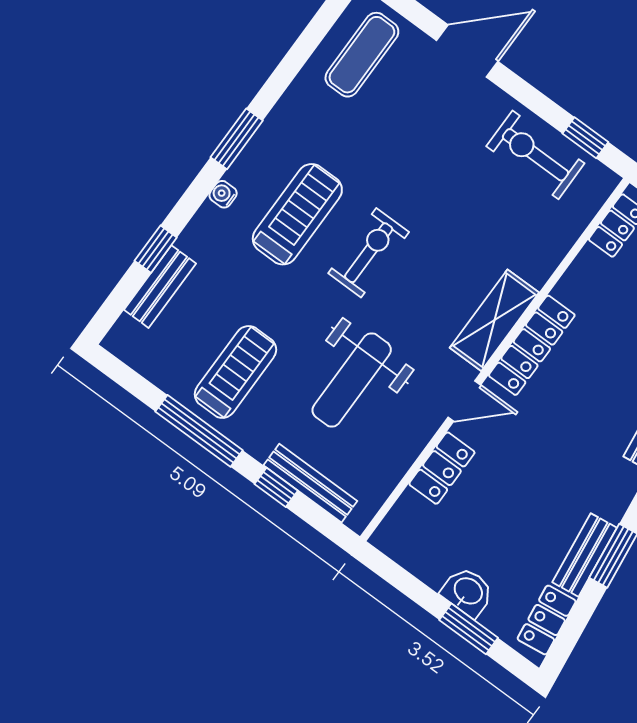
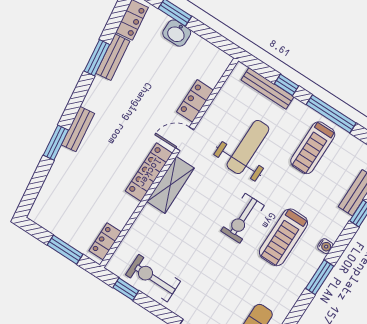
exercise bike: (535, 155) -> (153, 278), turned 180

